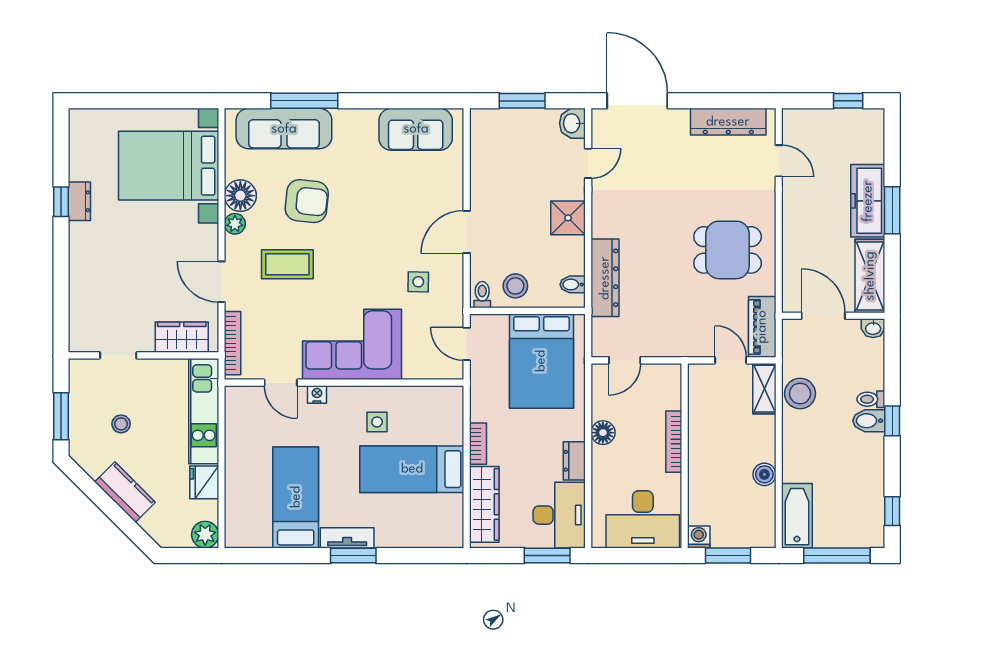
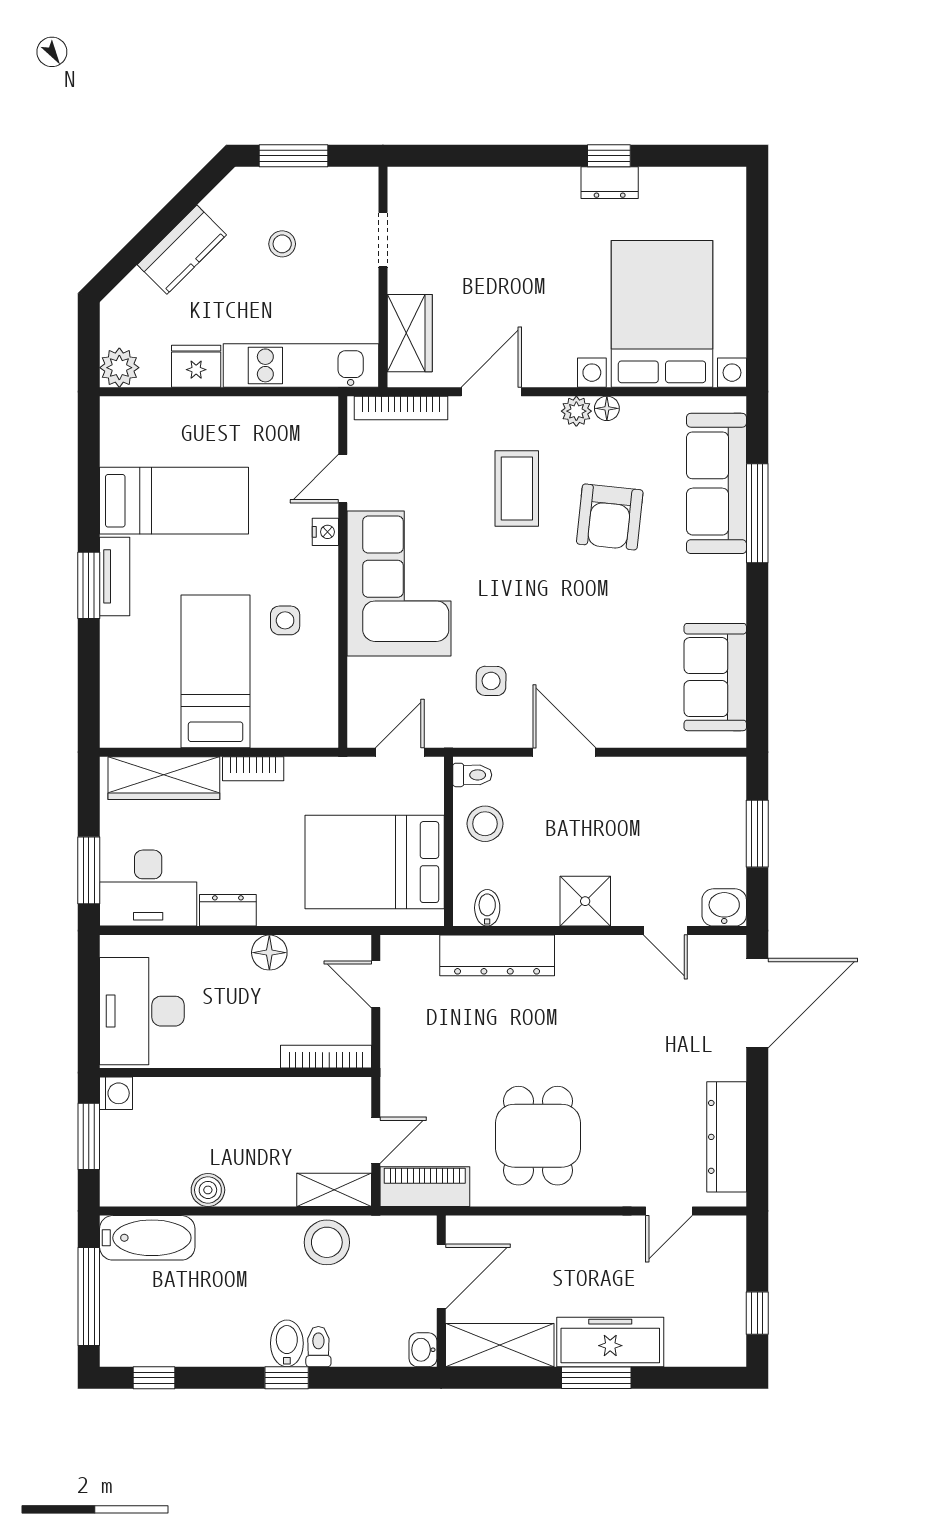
floor lamp: (240, 196) -> (607, 408), width x0.53, depth x0.53
bookcase: (674, 442) -> (326, 1057), moved

